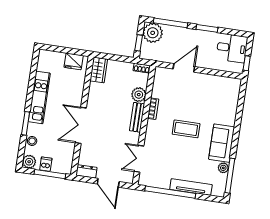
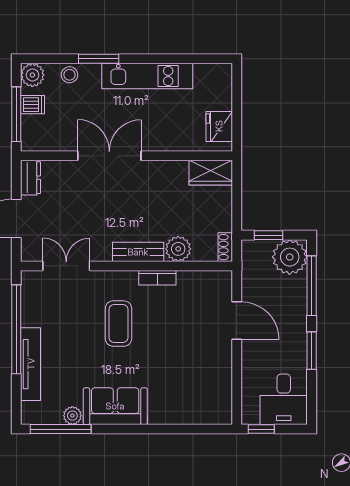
coffee table: (186, 129) -> (118, 324), moved

